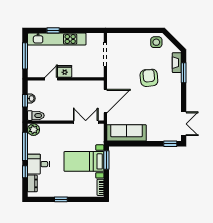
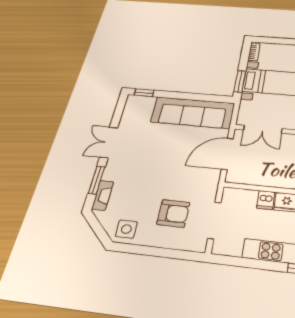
dishwasher: (77, 71) -> (266, 200), added
armchair: (149, 78) -> (173, 213), moved, turned -84
double door: (184, 124) -> (109, 142), moved
sofa: (126, 133) -> (193, 113), width x1.36, depth x1.27

